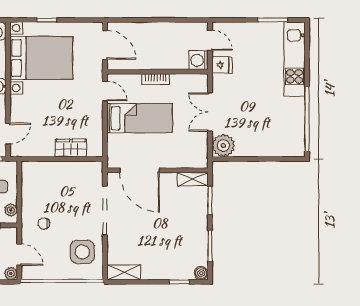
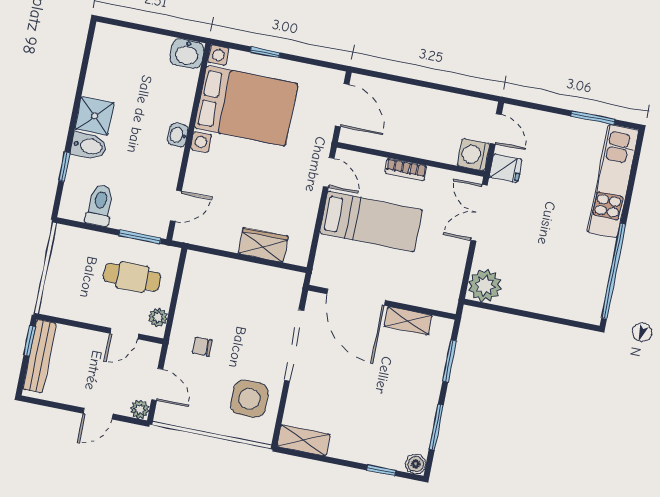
double door: (210, 112) -> (479, 213), moved
shelving: (193, 179) -> (408, 321), moved

